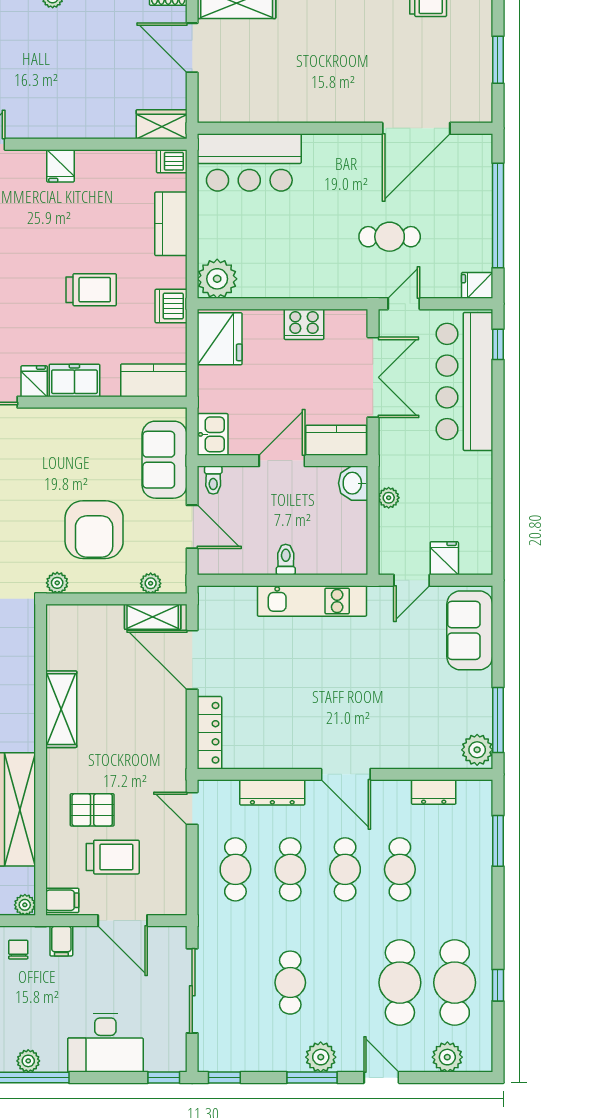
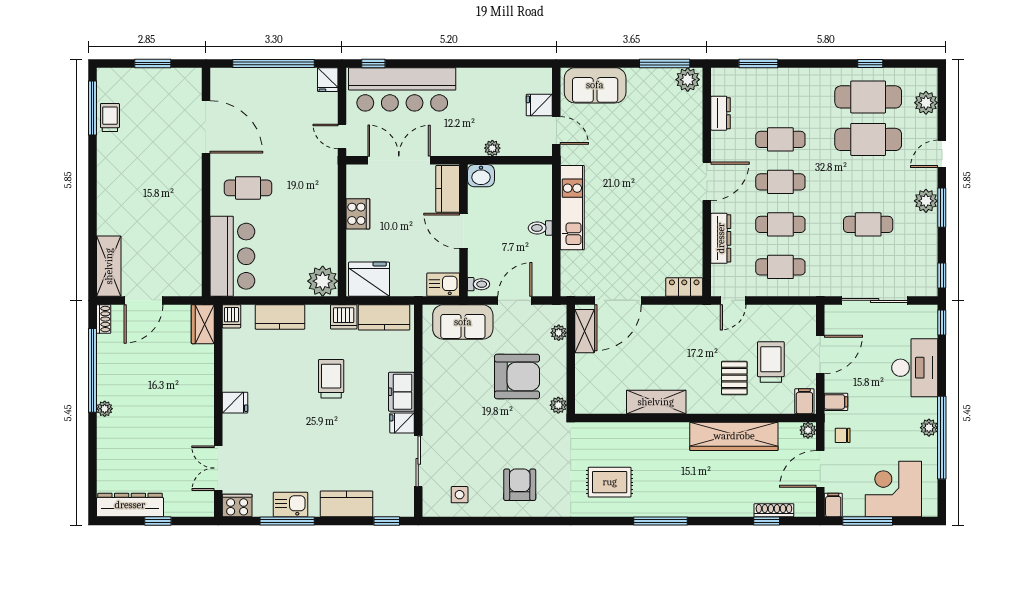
cafe table: (390, 237) -> (248, 188), moved, turned 90
kitchen counter: (154, 380) -> (384, 317), moved, turned -90
locker: (210, 733) -> (684, 287), width x0.66

